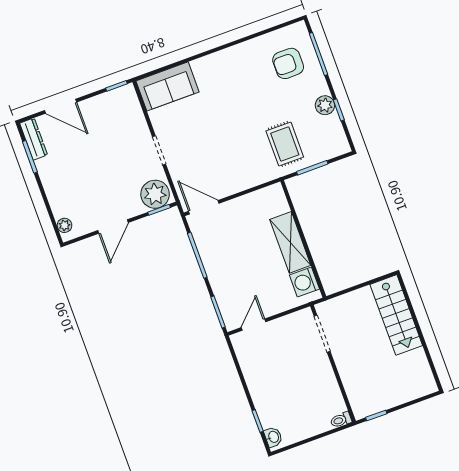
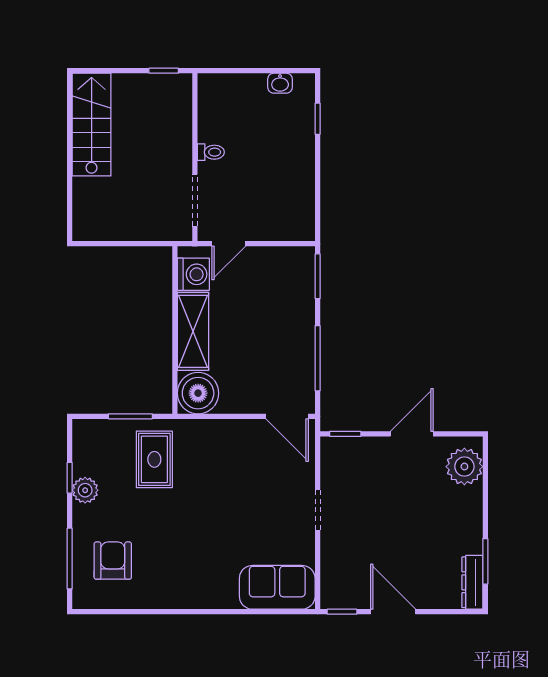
armchair: (288, 63) -> (113, 561), turned -90
door: (61, 106) -> (393, 612), moved
plant: (155, 194) -> (343, 456), removed
boiler: (271, 201) -> (198, 393), added
plant: (64, 225) -> (464, 467), width x1.87, depth x1.87
stairs: (396, 315) -> (92, 125), moved
door: (254, 325) -> (229, 244), moved
toilet: (341, 420) -> (211, 152), moved
washbasin: (273, 437) -> (280, 83), moved, turned -90

